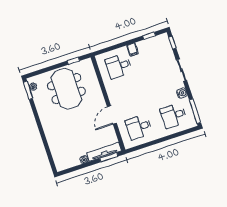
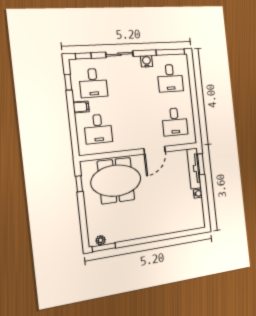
desk: (153, 55) -> (93, 83), added
meeting table: (66, 89) -> (116, 181), moved
door: (112, 115) -> (155, 150), hinge flipped

